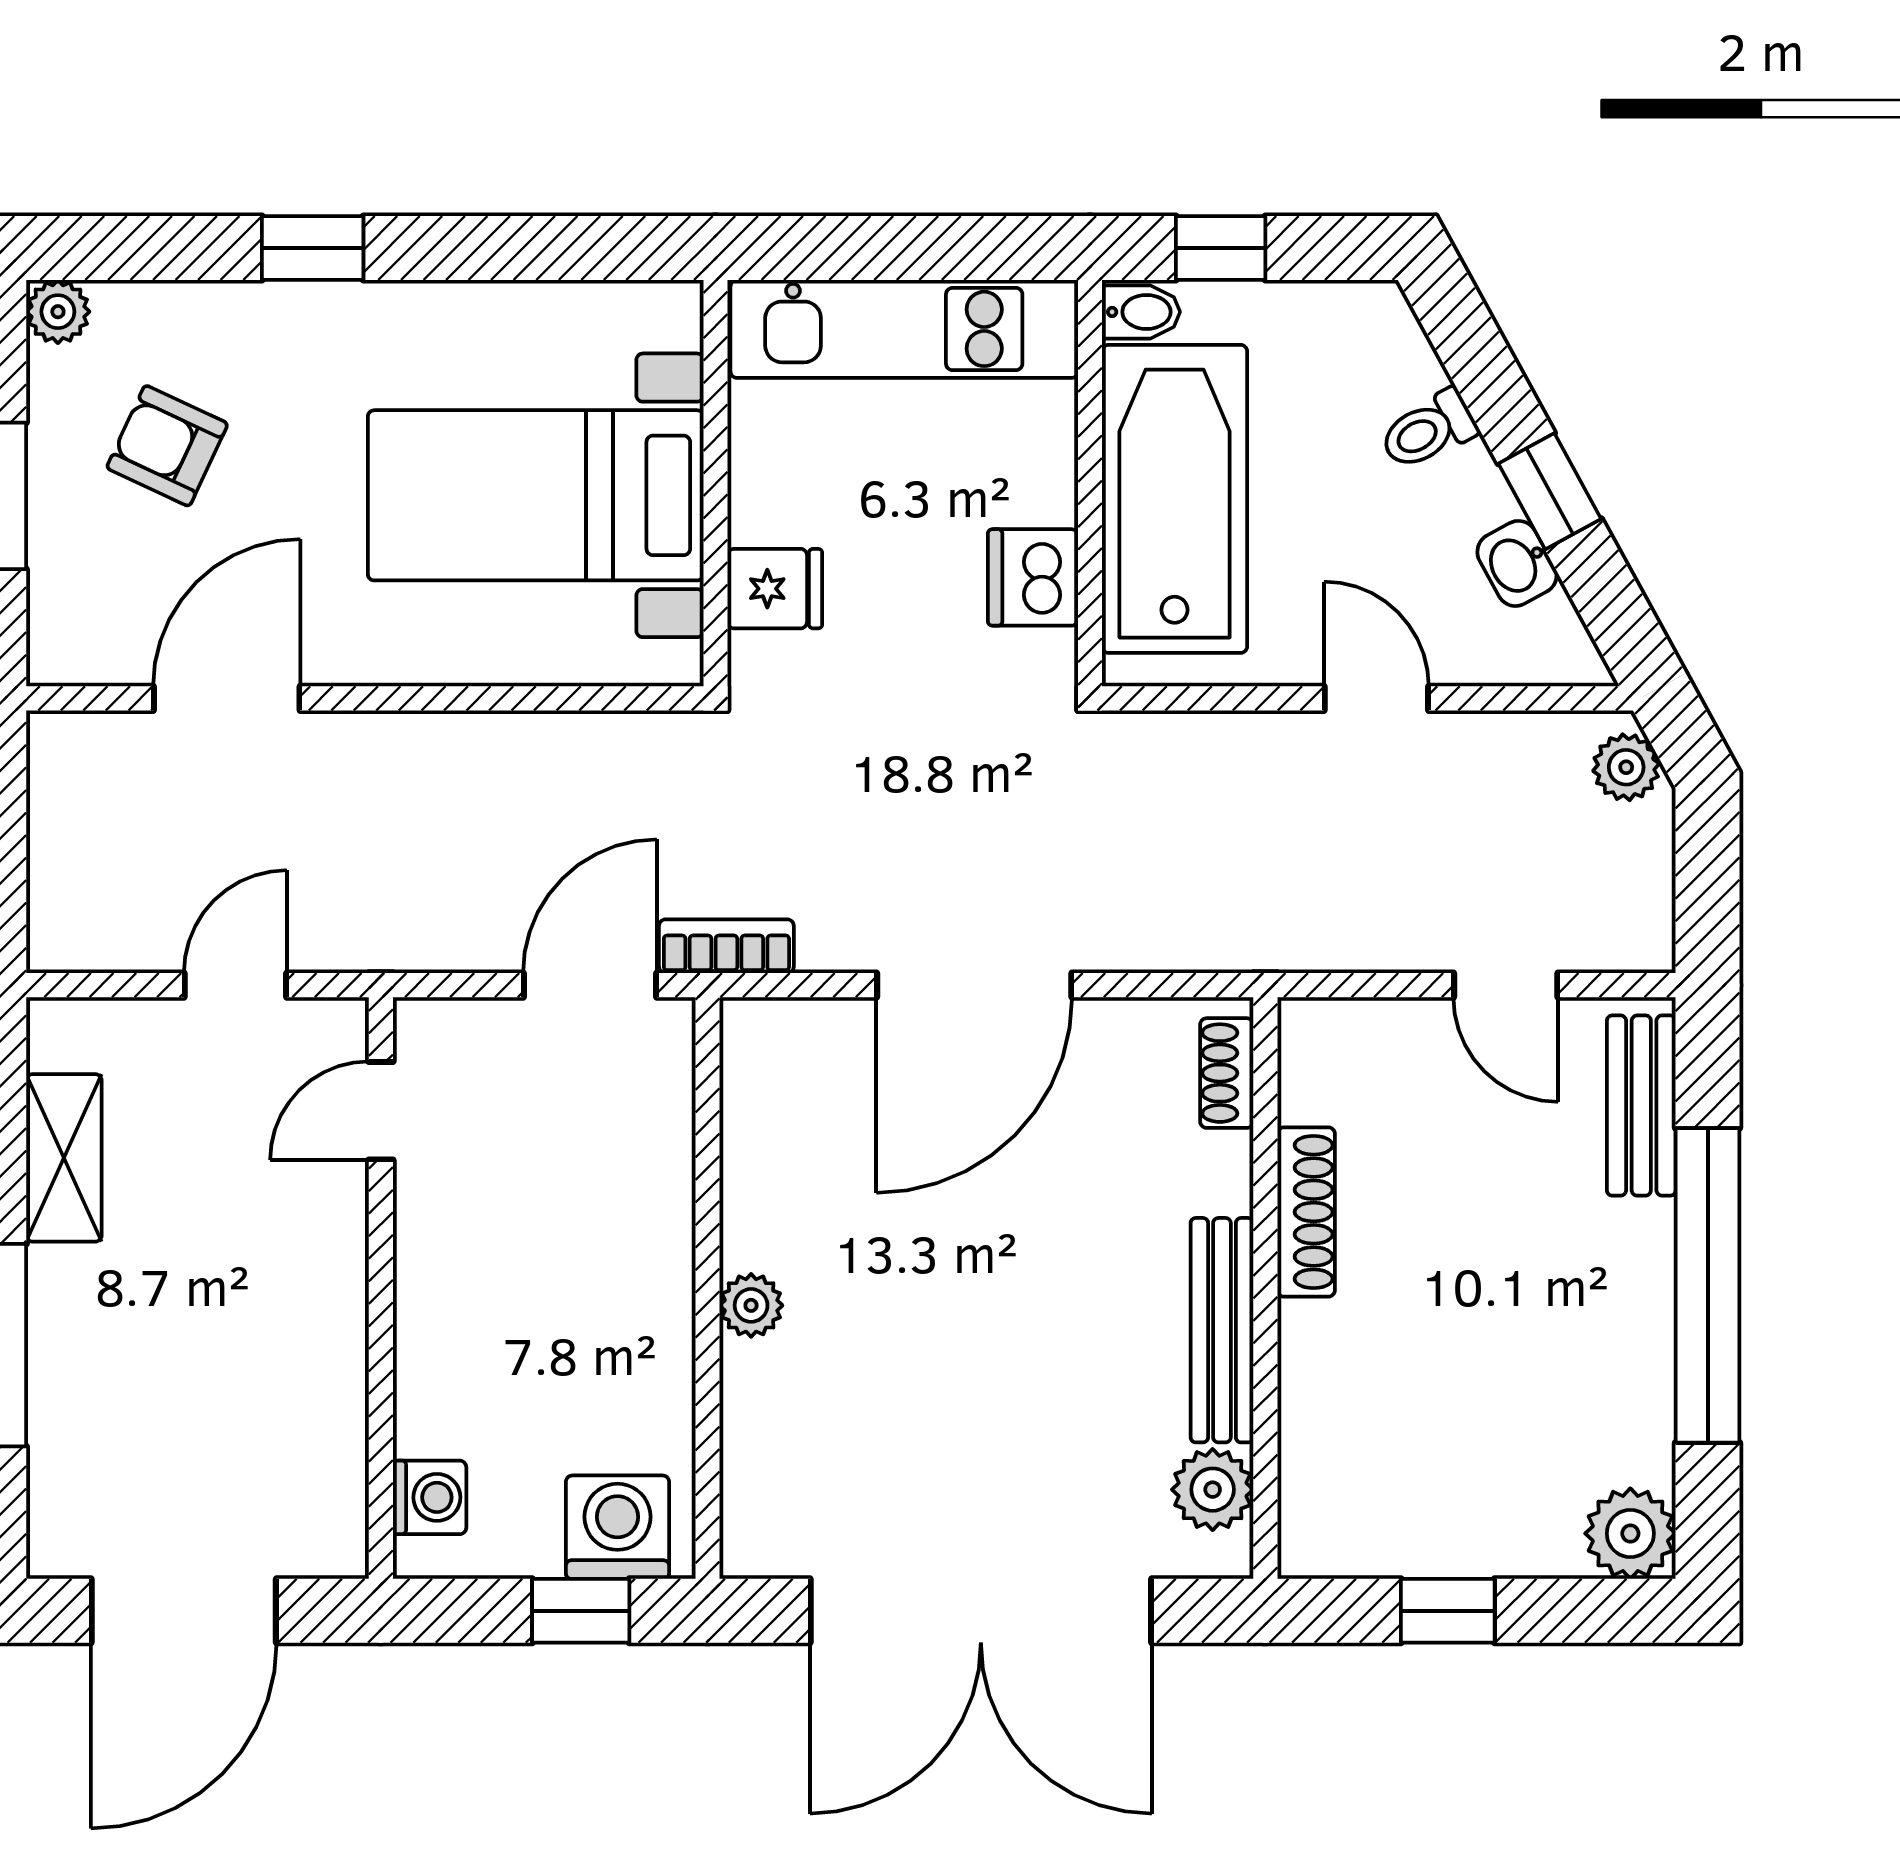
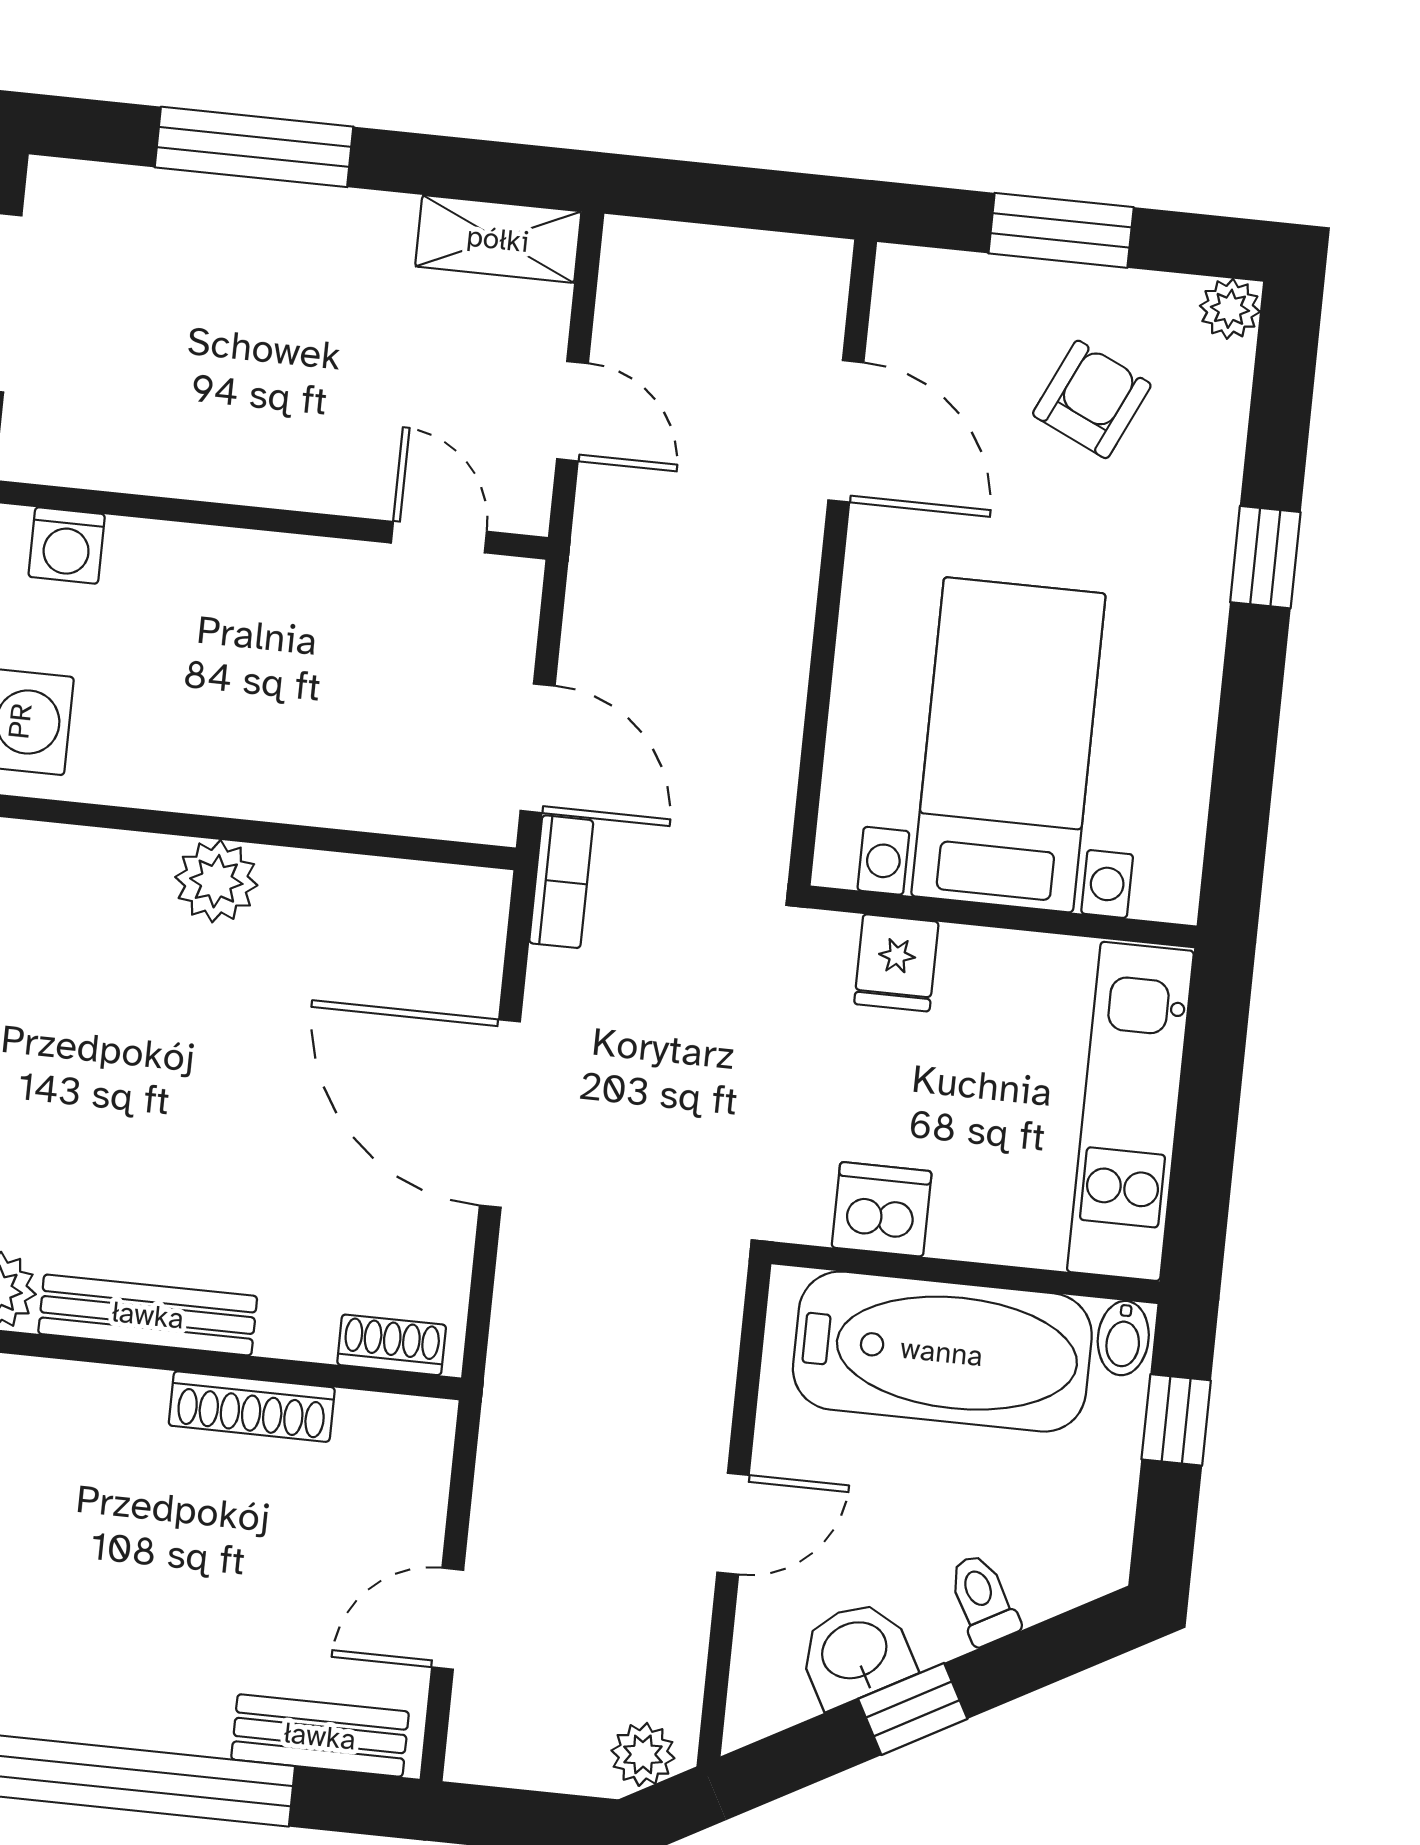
washbasin: (1517, 563) -> (855, 1653), width x1.38, depth x1.45
shelving: (64, 1158) -> (498, 239), moved
plant: (751, 1305) -> (216, 881), width x1.38, depth x1.38

